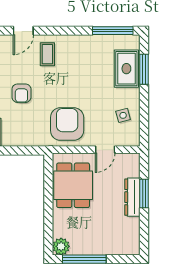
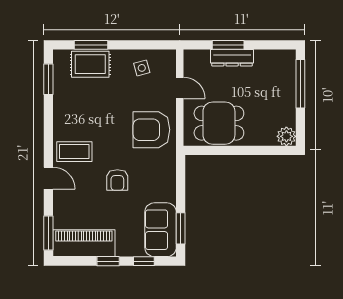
window: (113, 31) -> (48, 79), width x0.69
coffee table: (47, 54) -> (74, 152), width x1.36, depth x1.30
armchair: (21, 93) -> (117, 180), turned 90
window: (84, 259) -> (300, 84), moved

